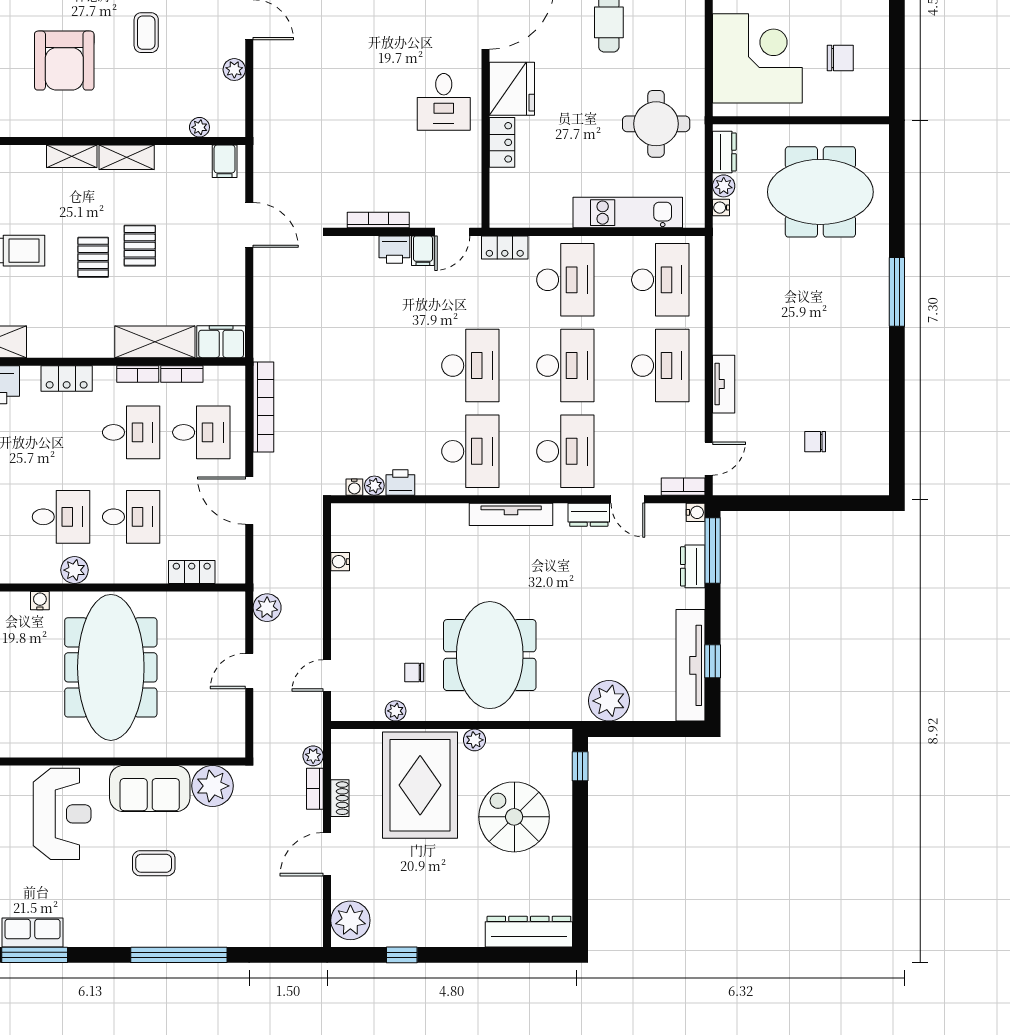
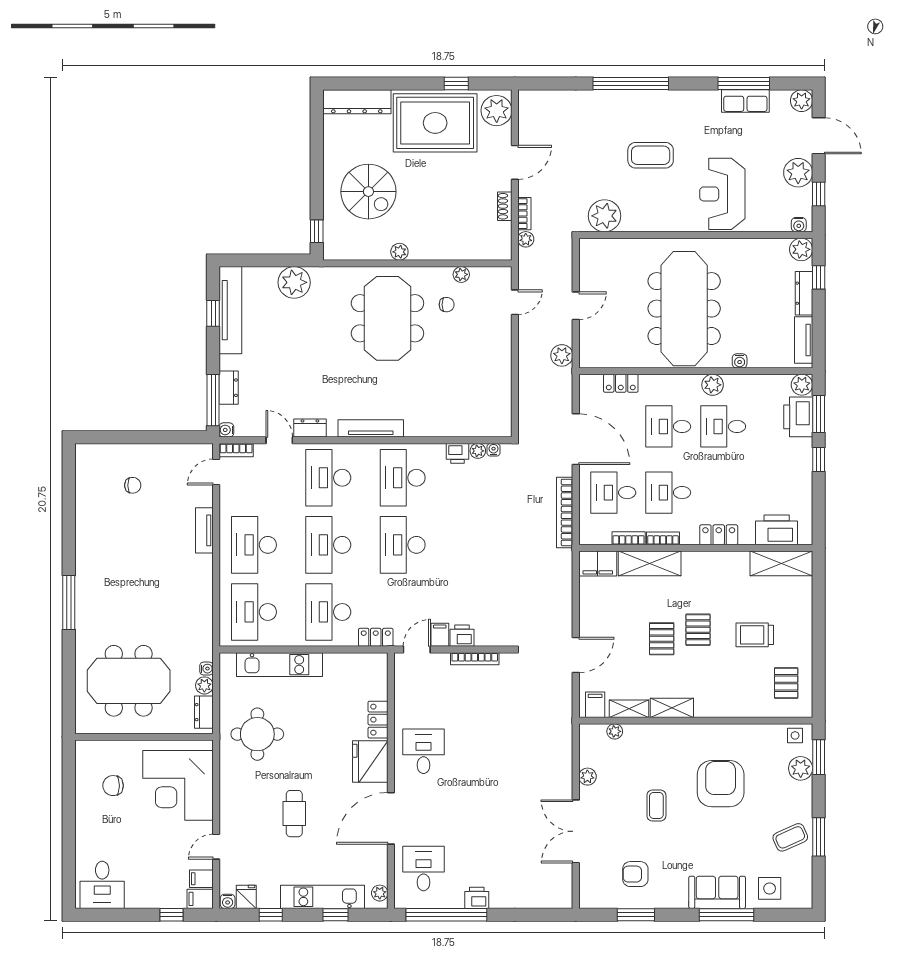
shelving: (72, 156) -> (629, 709), moved
door: (249, 225) -> (576, 655), swing flipped
door: (249, 501) -> (576, 439), width x1.36
water cooler: (340, 562) -> (505, 391), removed
rug: (420, 785) -> (435, 123), moved, turned 90
sofa: (150, 789) -> (654, 214), removed
coffee table: (154, 863) -> (651, 155), width x1.36, depth x1.30

